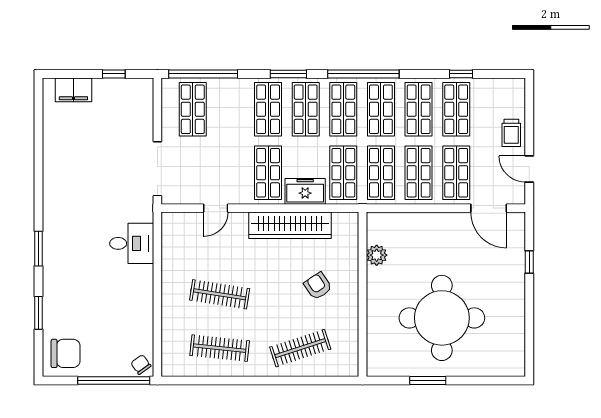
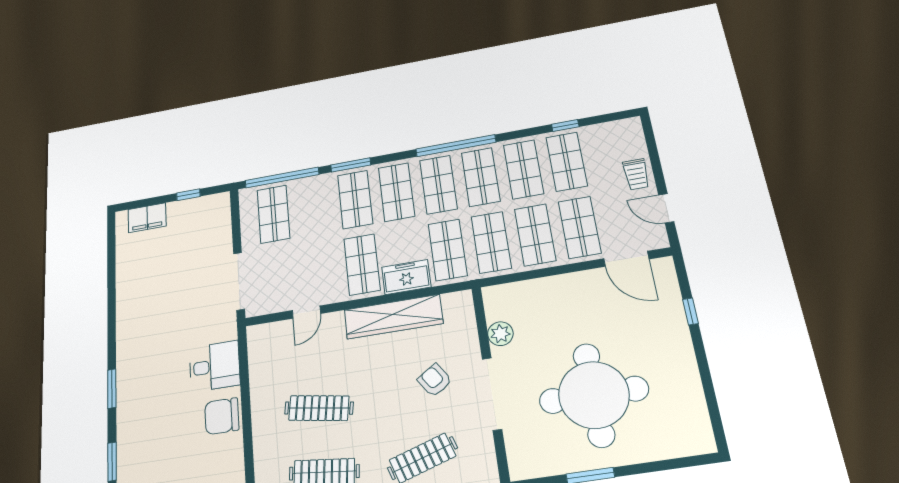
window: (288, 74) -> (351, 165), moved
chair: (136, 288) -> (222, 416), added
doorway: (362, 305) -> (492, 394), added

